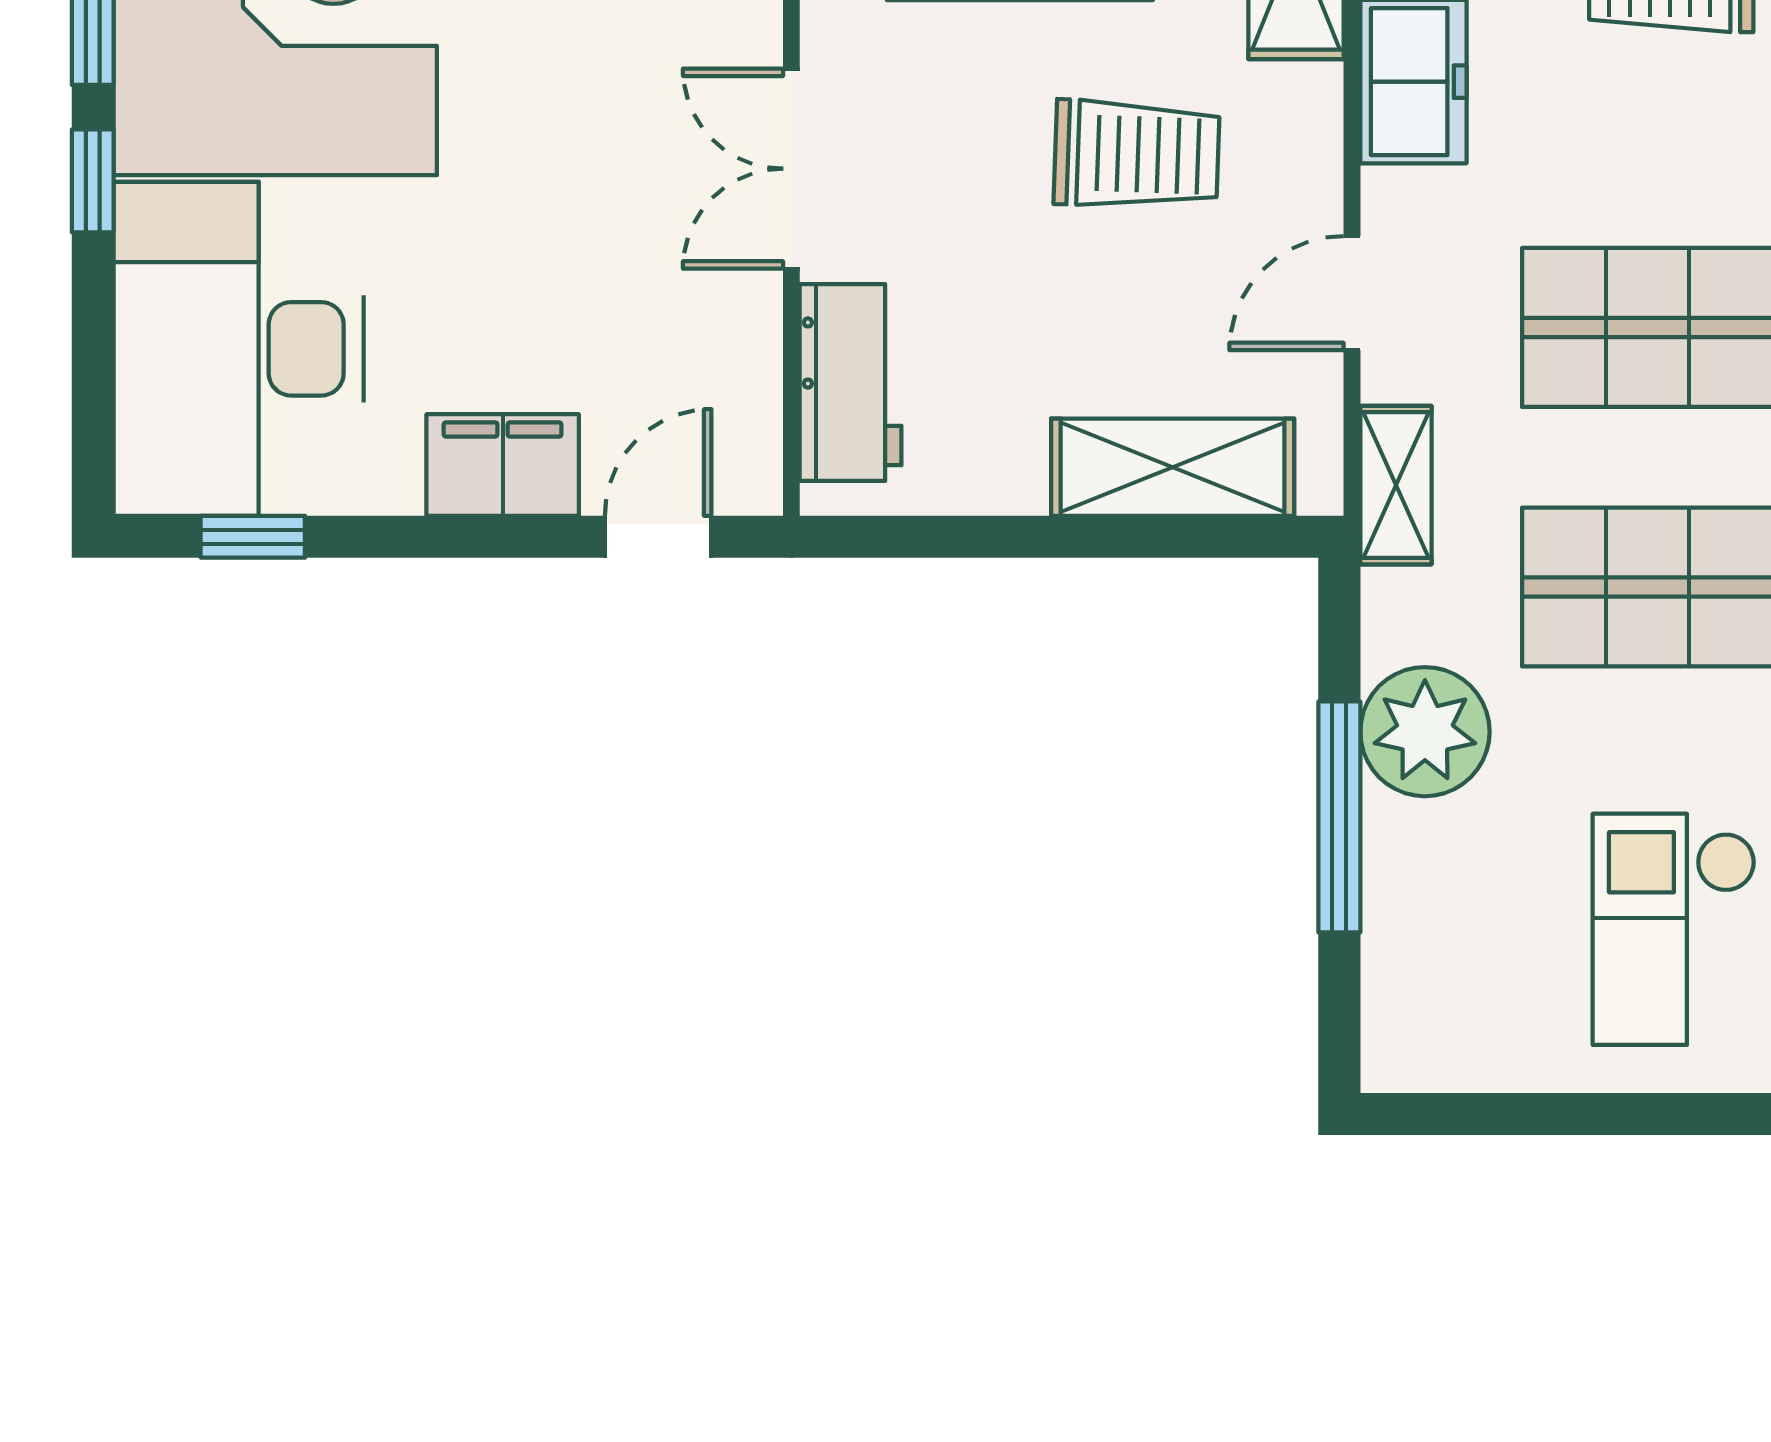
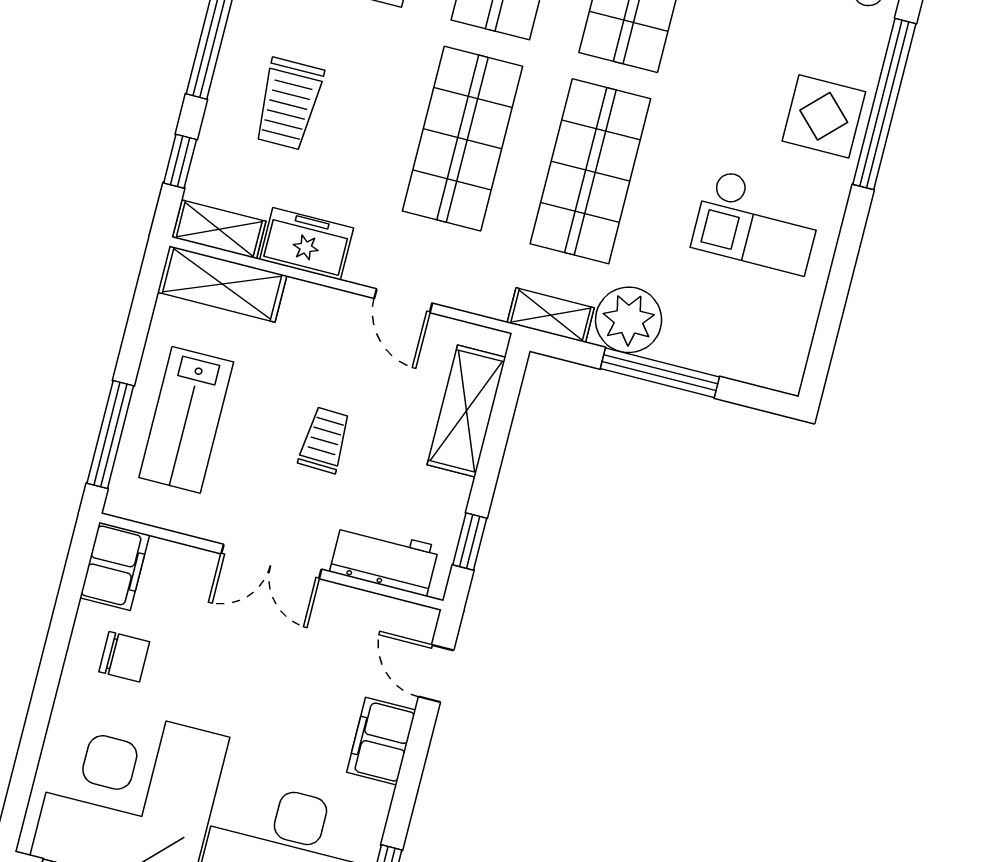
trolley: (1137, 154) -> (325, 440), moved, width x0.73, depth x0.72
shelving: (1396, 485) -> (551, 315), moved
window: (926, 537) -> (470, 541), added

